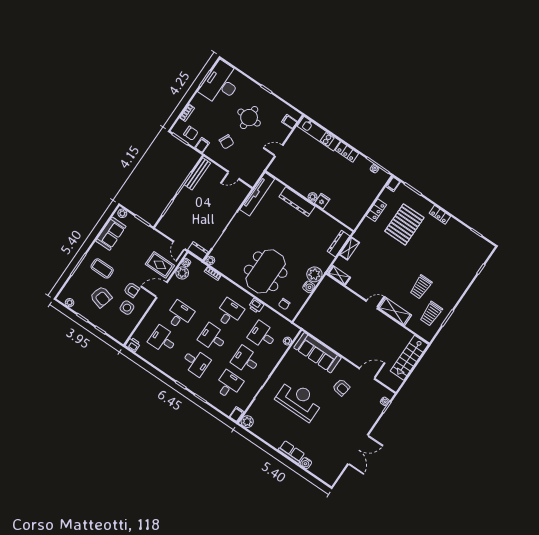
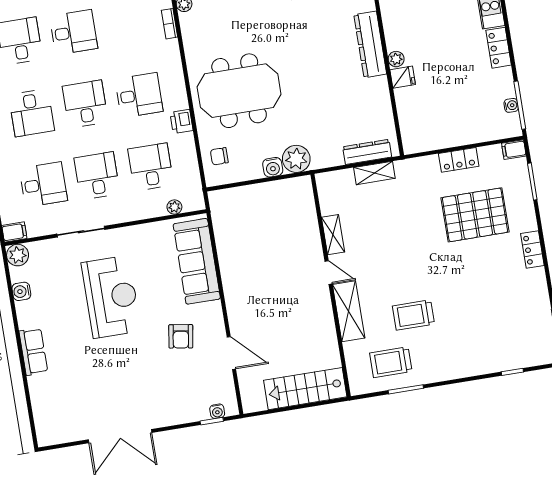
shelving: (339, 275) -> (333, 235), moved
water cooler: (306, 463) -> (21, 291), moved

